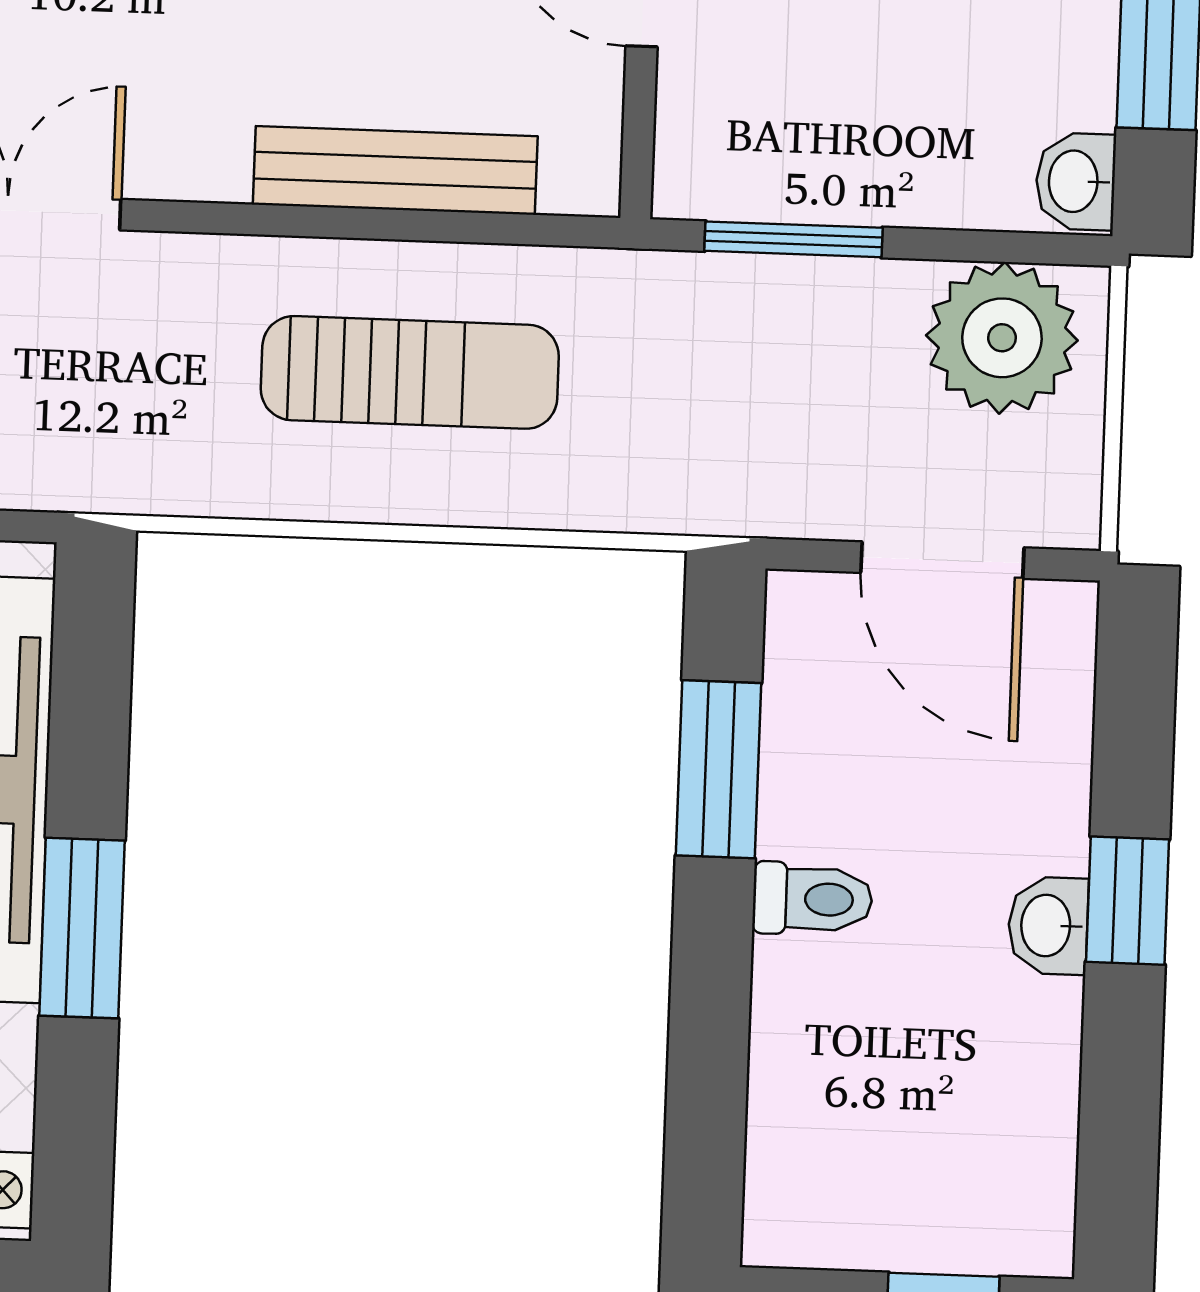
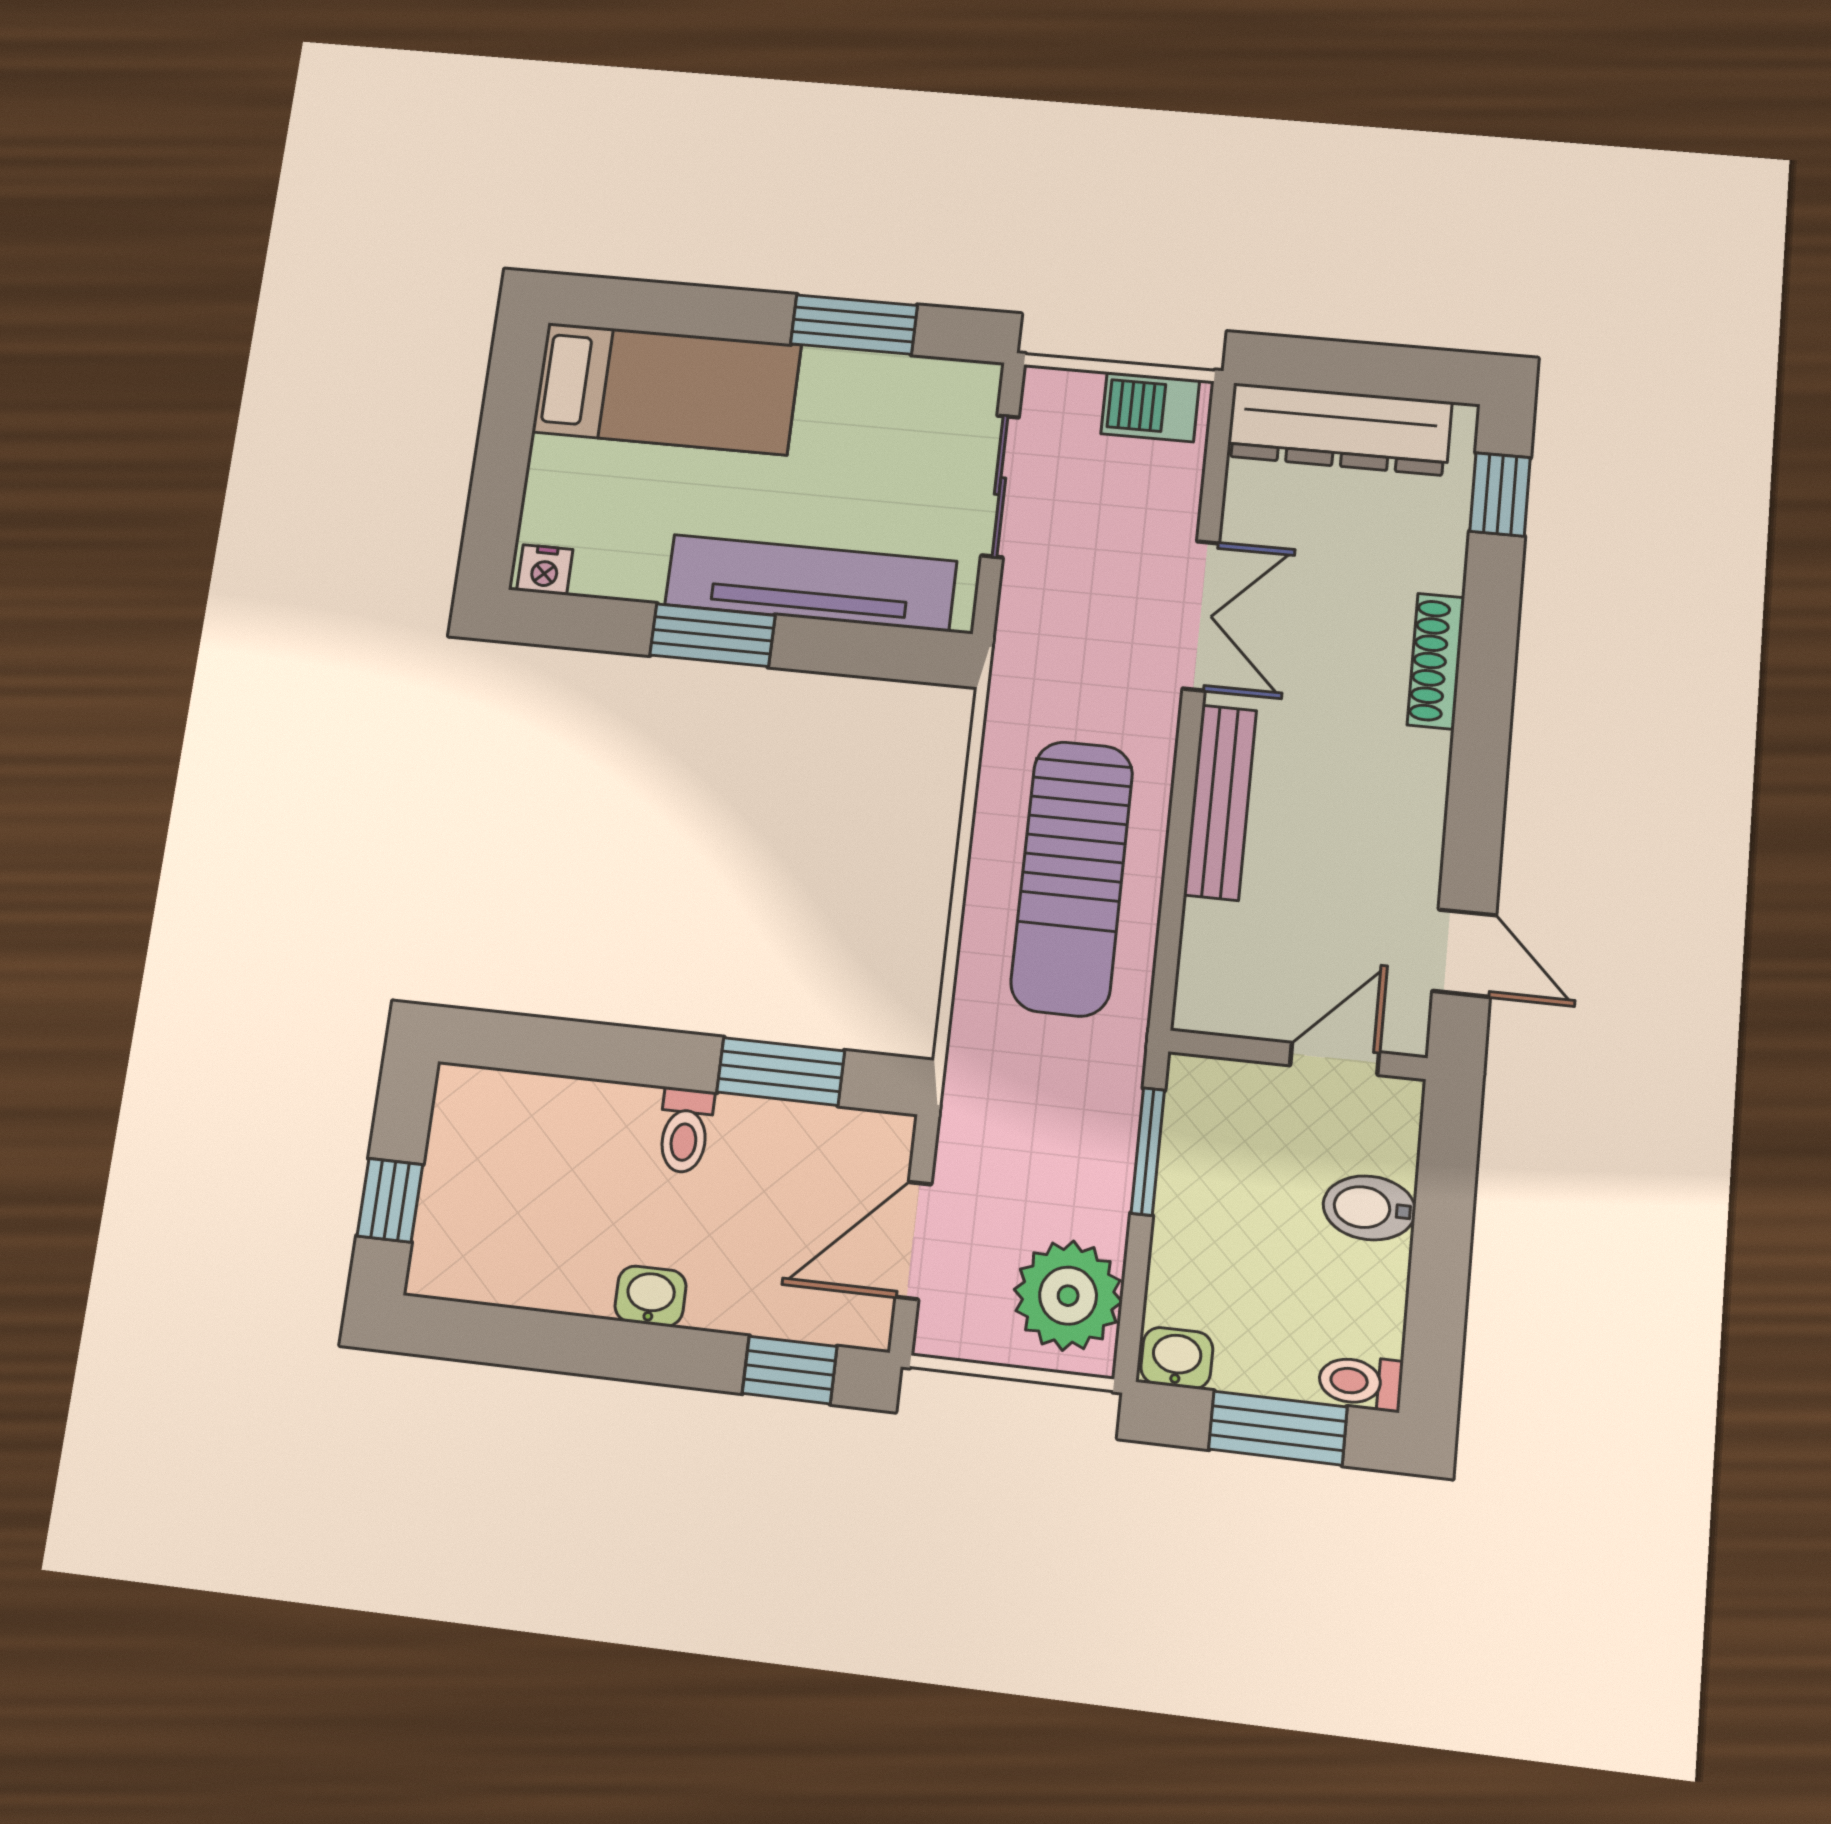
bench: (395, 170) -> (1220, 802), moved
sun lounger: (410, 372) -> (1072, 878), width x1.36, depth x1.34
window: (1128, 901) -> (790, 1370), moved

